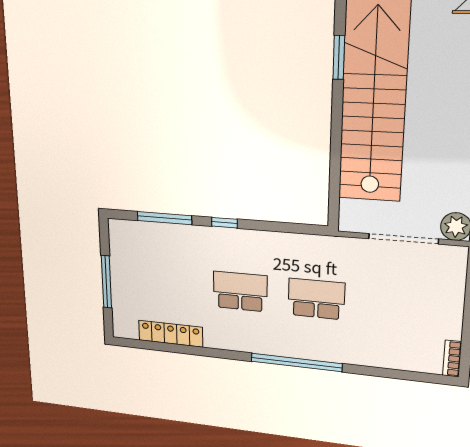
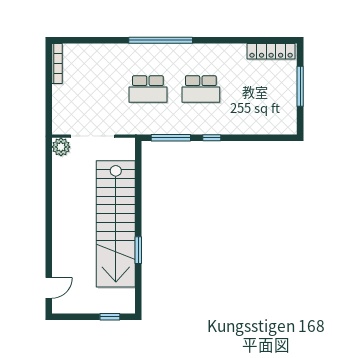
window: (164, 218) -> (171, 138), moved
locker: (171, 334) -> (271, 51), moved
bookcase: (452, 359) -> (57, 63), width x1.56

